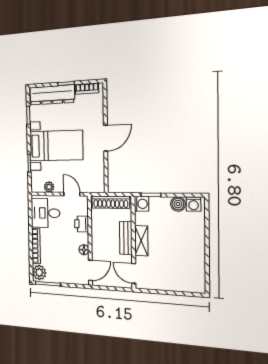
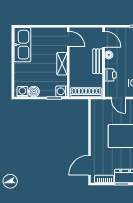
door: (106, 138) -> (89, 165), moved
bench: (126, 238) -> (98, 61), moved
kitchen sink: (194, 269) -> (22, 45), added
door: (90, 270) -> (104, 39), swing flipped

